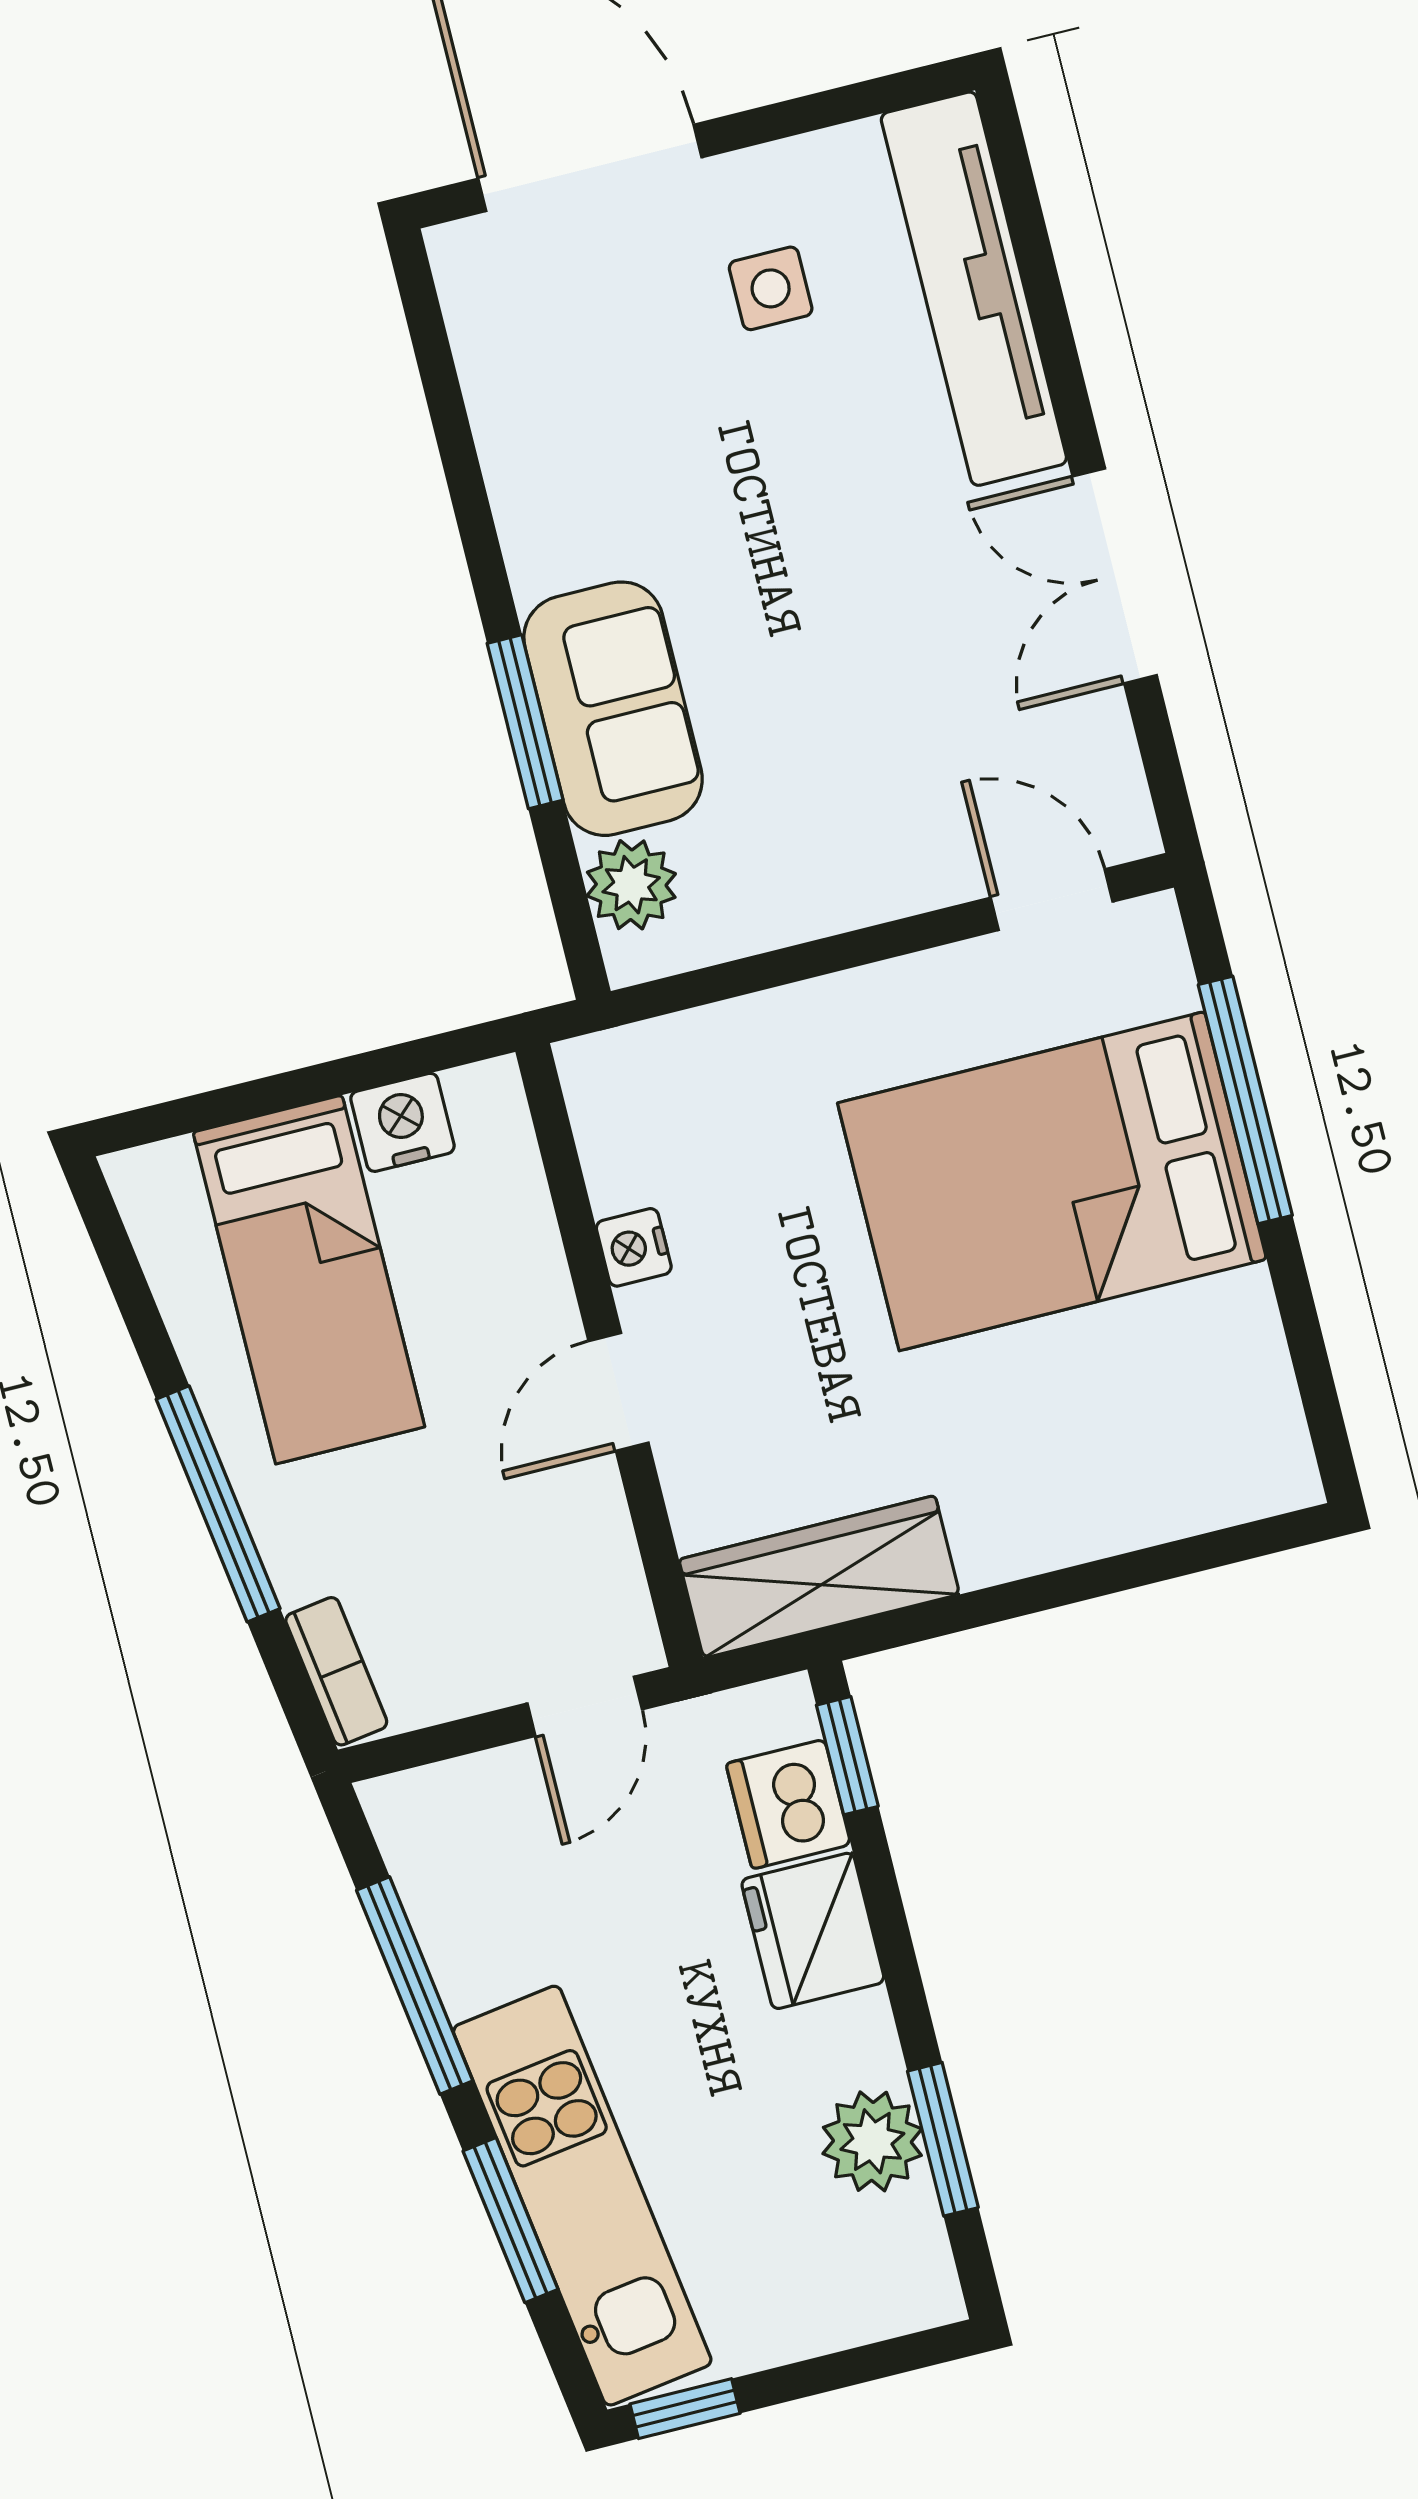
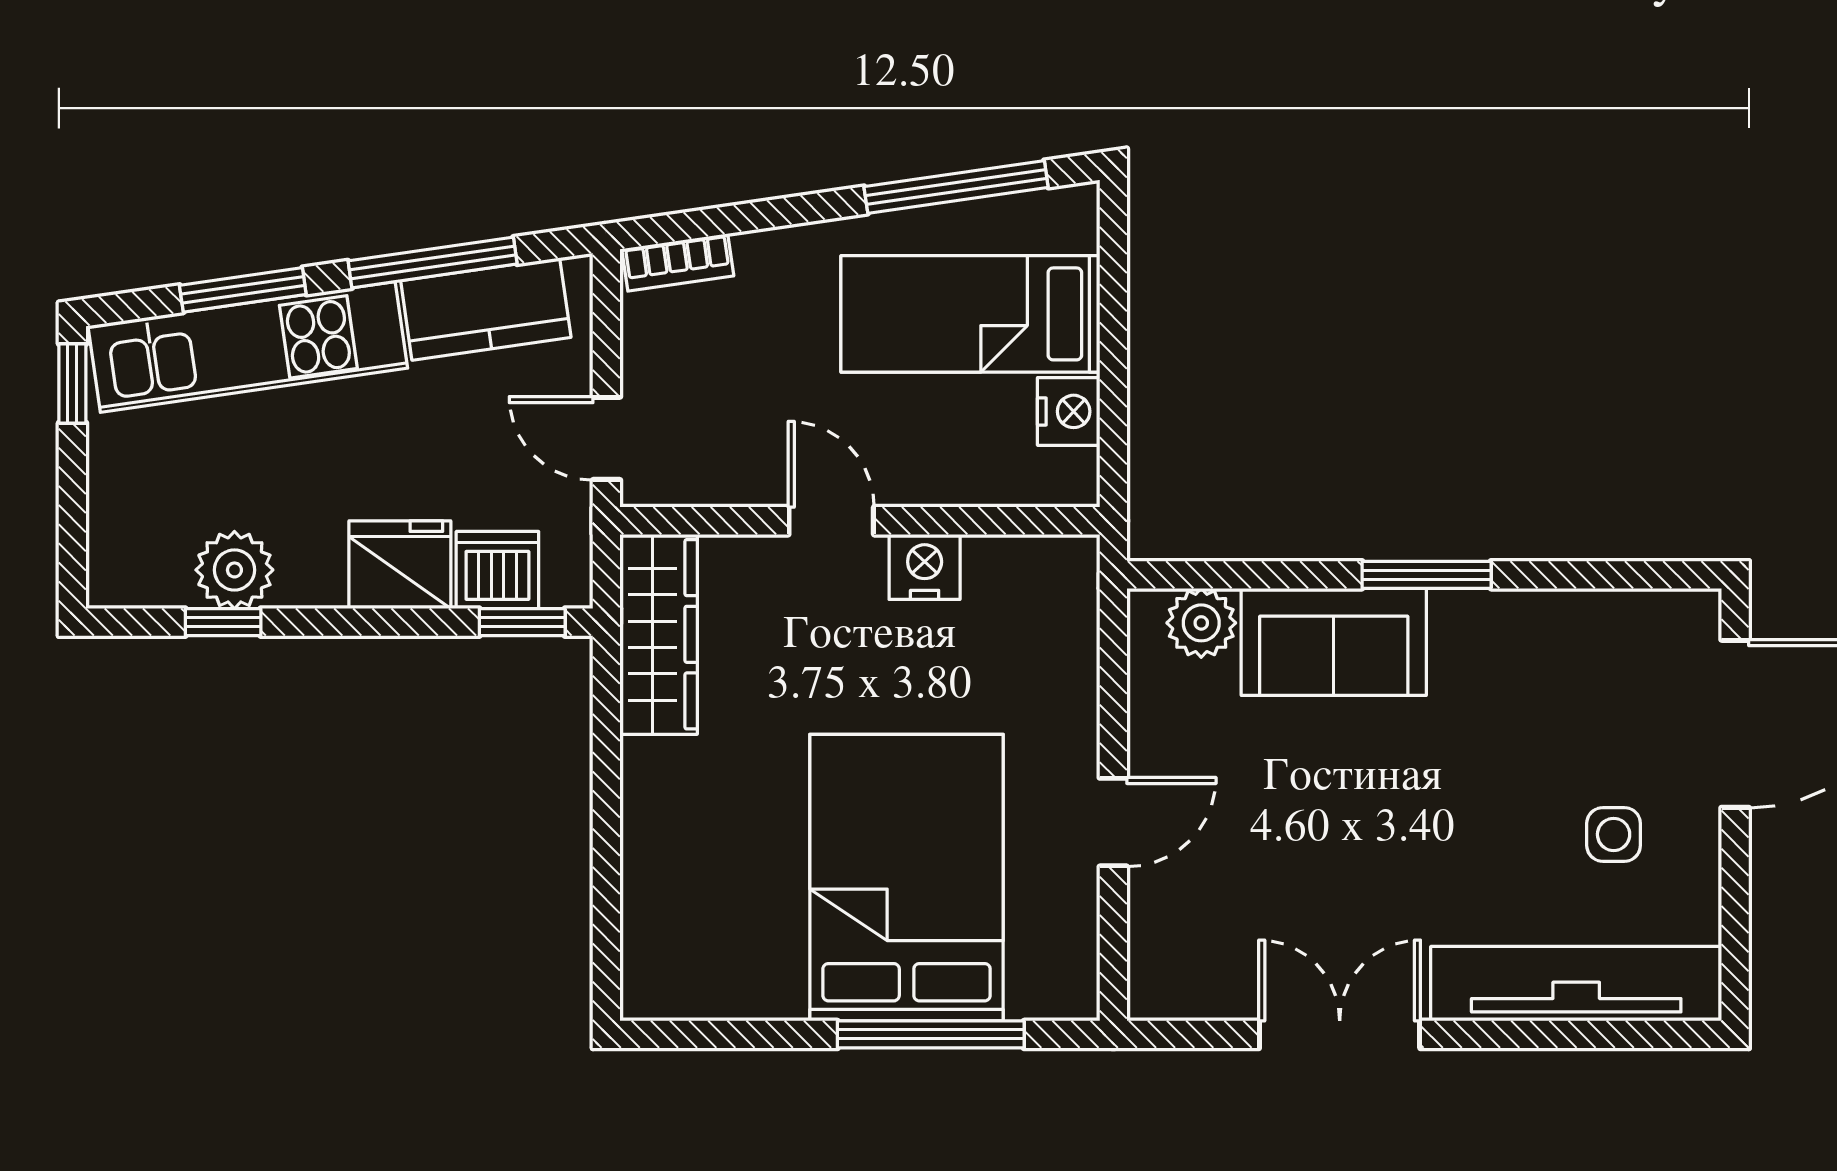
window: (525, 722) -> (1427, 575), moved
door: (1052, 900) -> (1113, 822), moved
nightstand: (634, 1247) -> (925, 567), width x1.39, depth x1.35
window: (218, 1504) -> (956, 187), moved
kitchen counter: (457, 1902) -> (486, 309), added
window: (943, 2139) -> (223, 622), width x0.67

